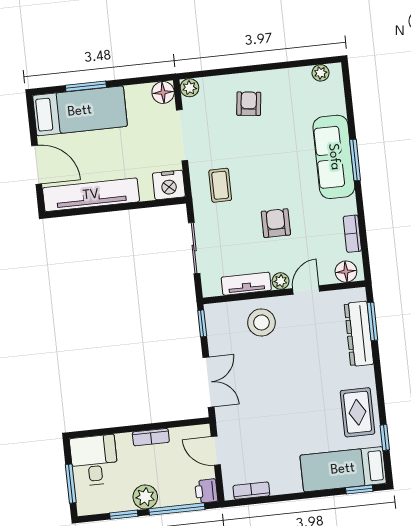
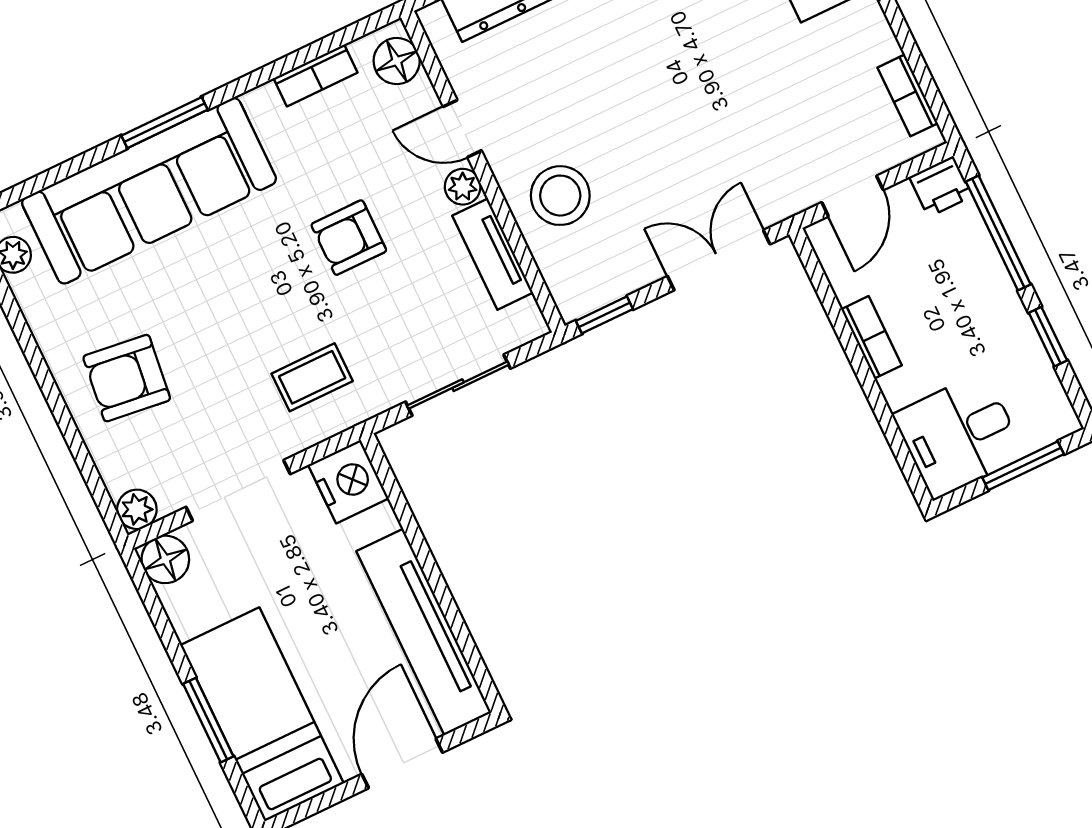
armchair: (249, 104) -> (127, 378), width x1.38, depth x1.38
sofa: (334, 157) -> (149, 191), width x1.36, depth x1.27
plant: (145, 497) -> (996, 306), removed

